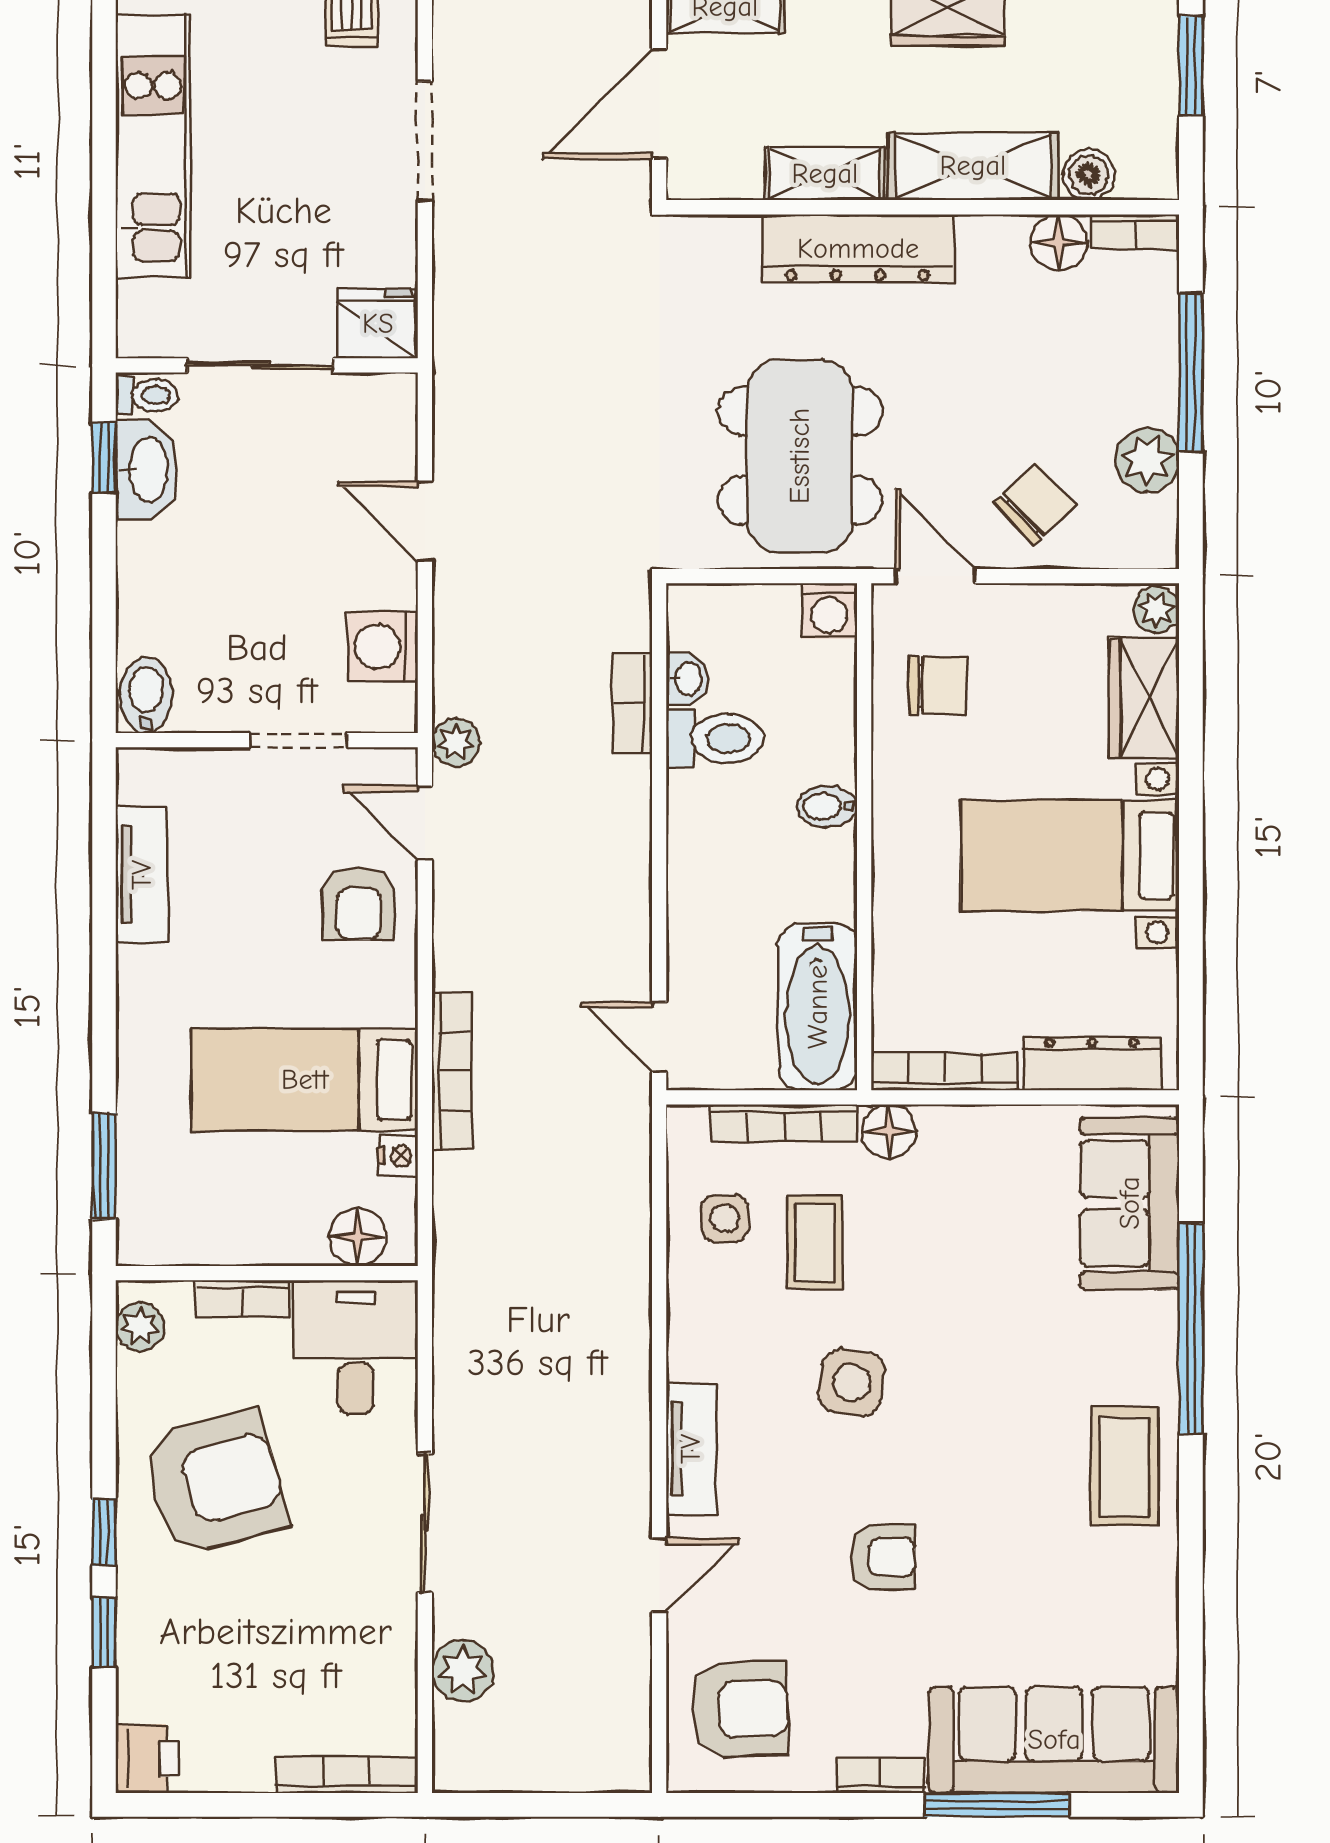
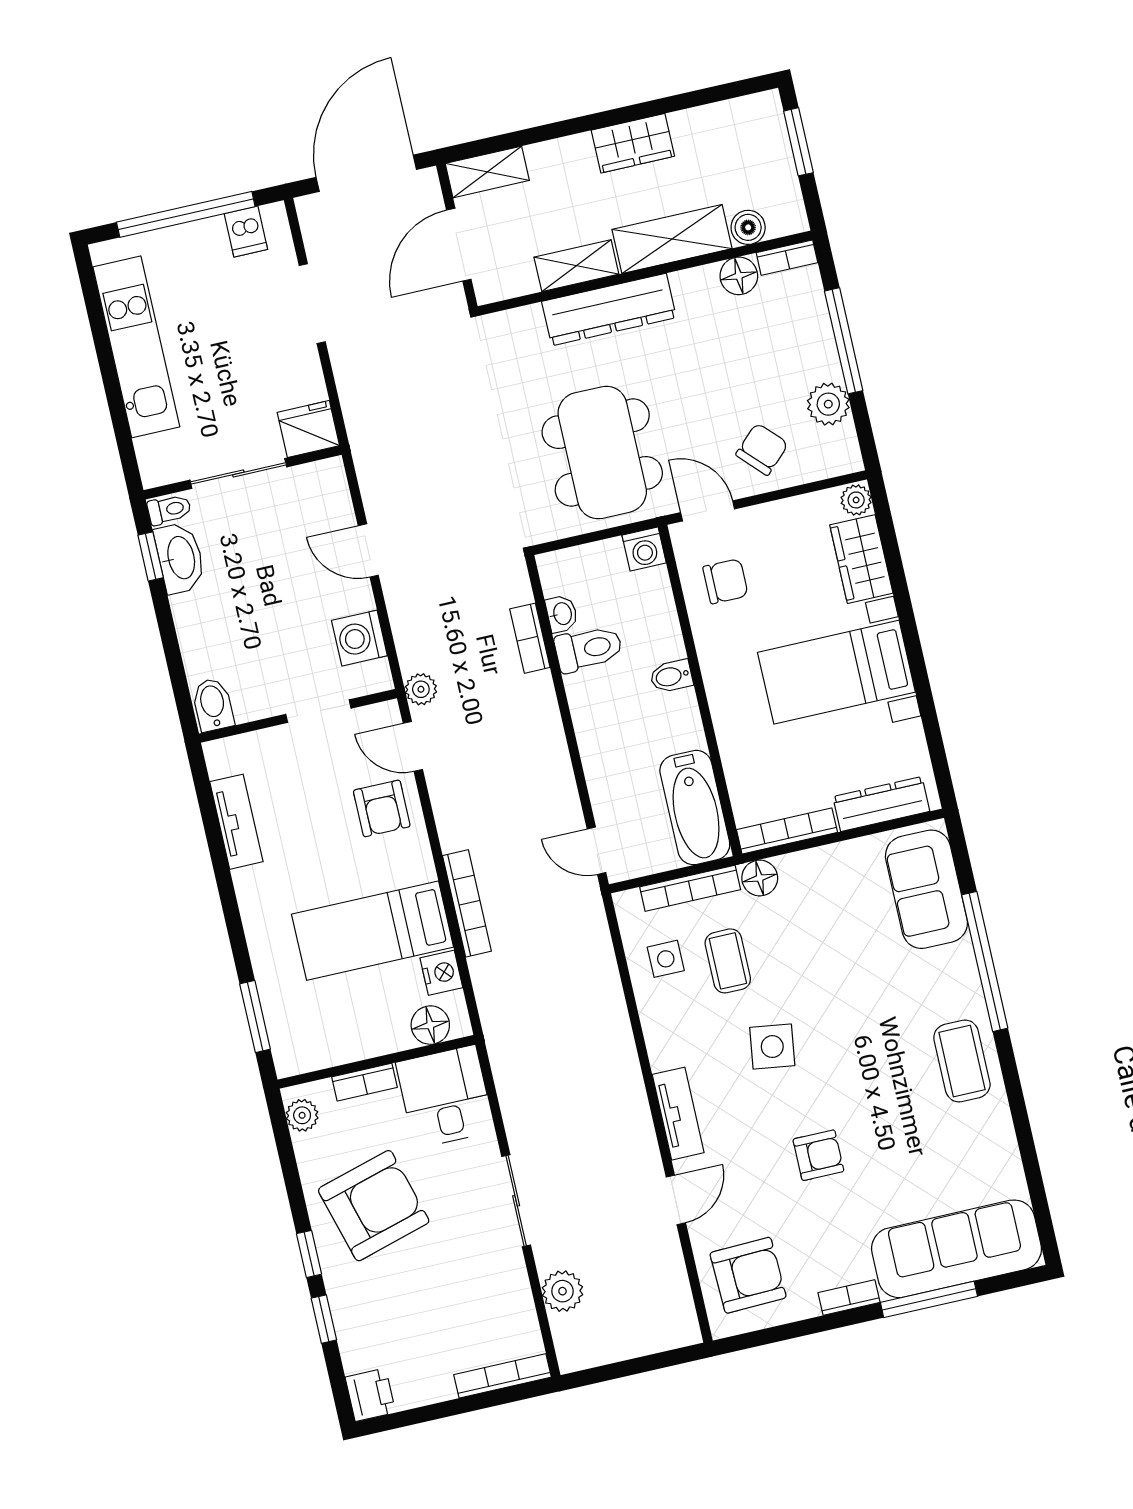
nightstand: (398, 1156) -> (441, 973), width x1.39, depth x1.35

